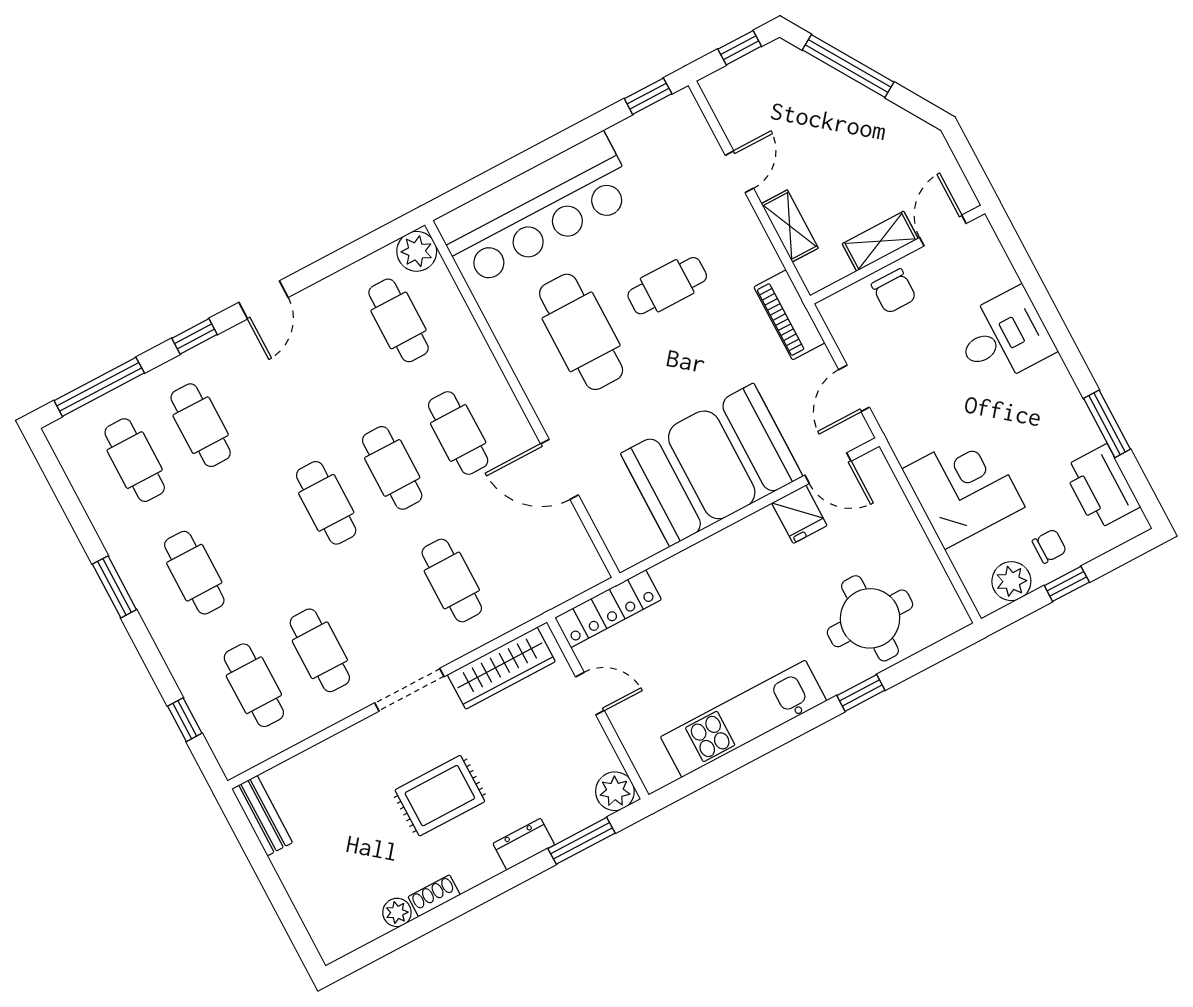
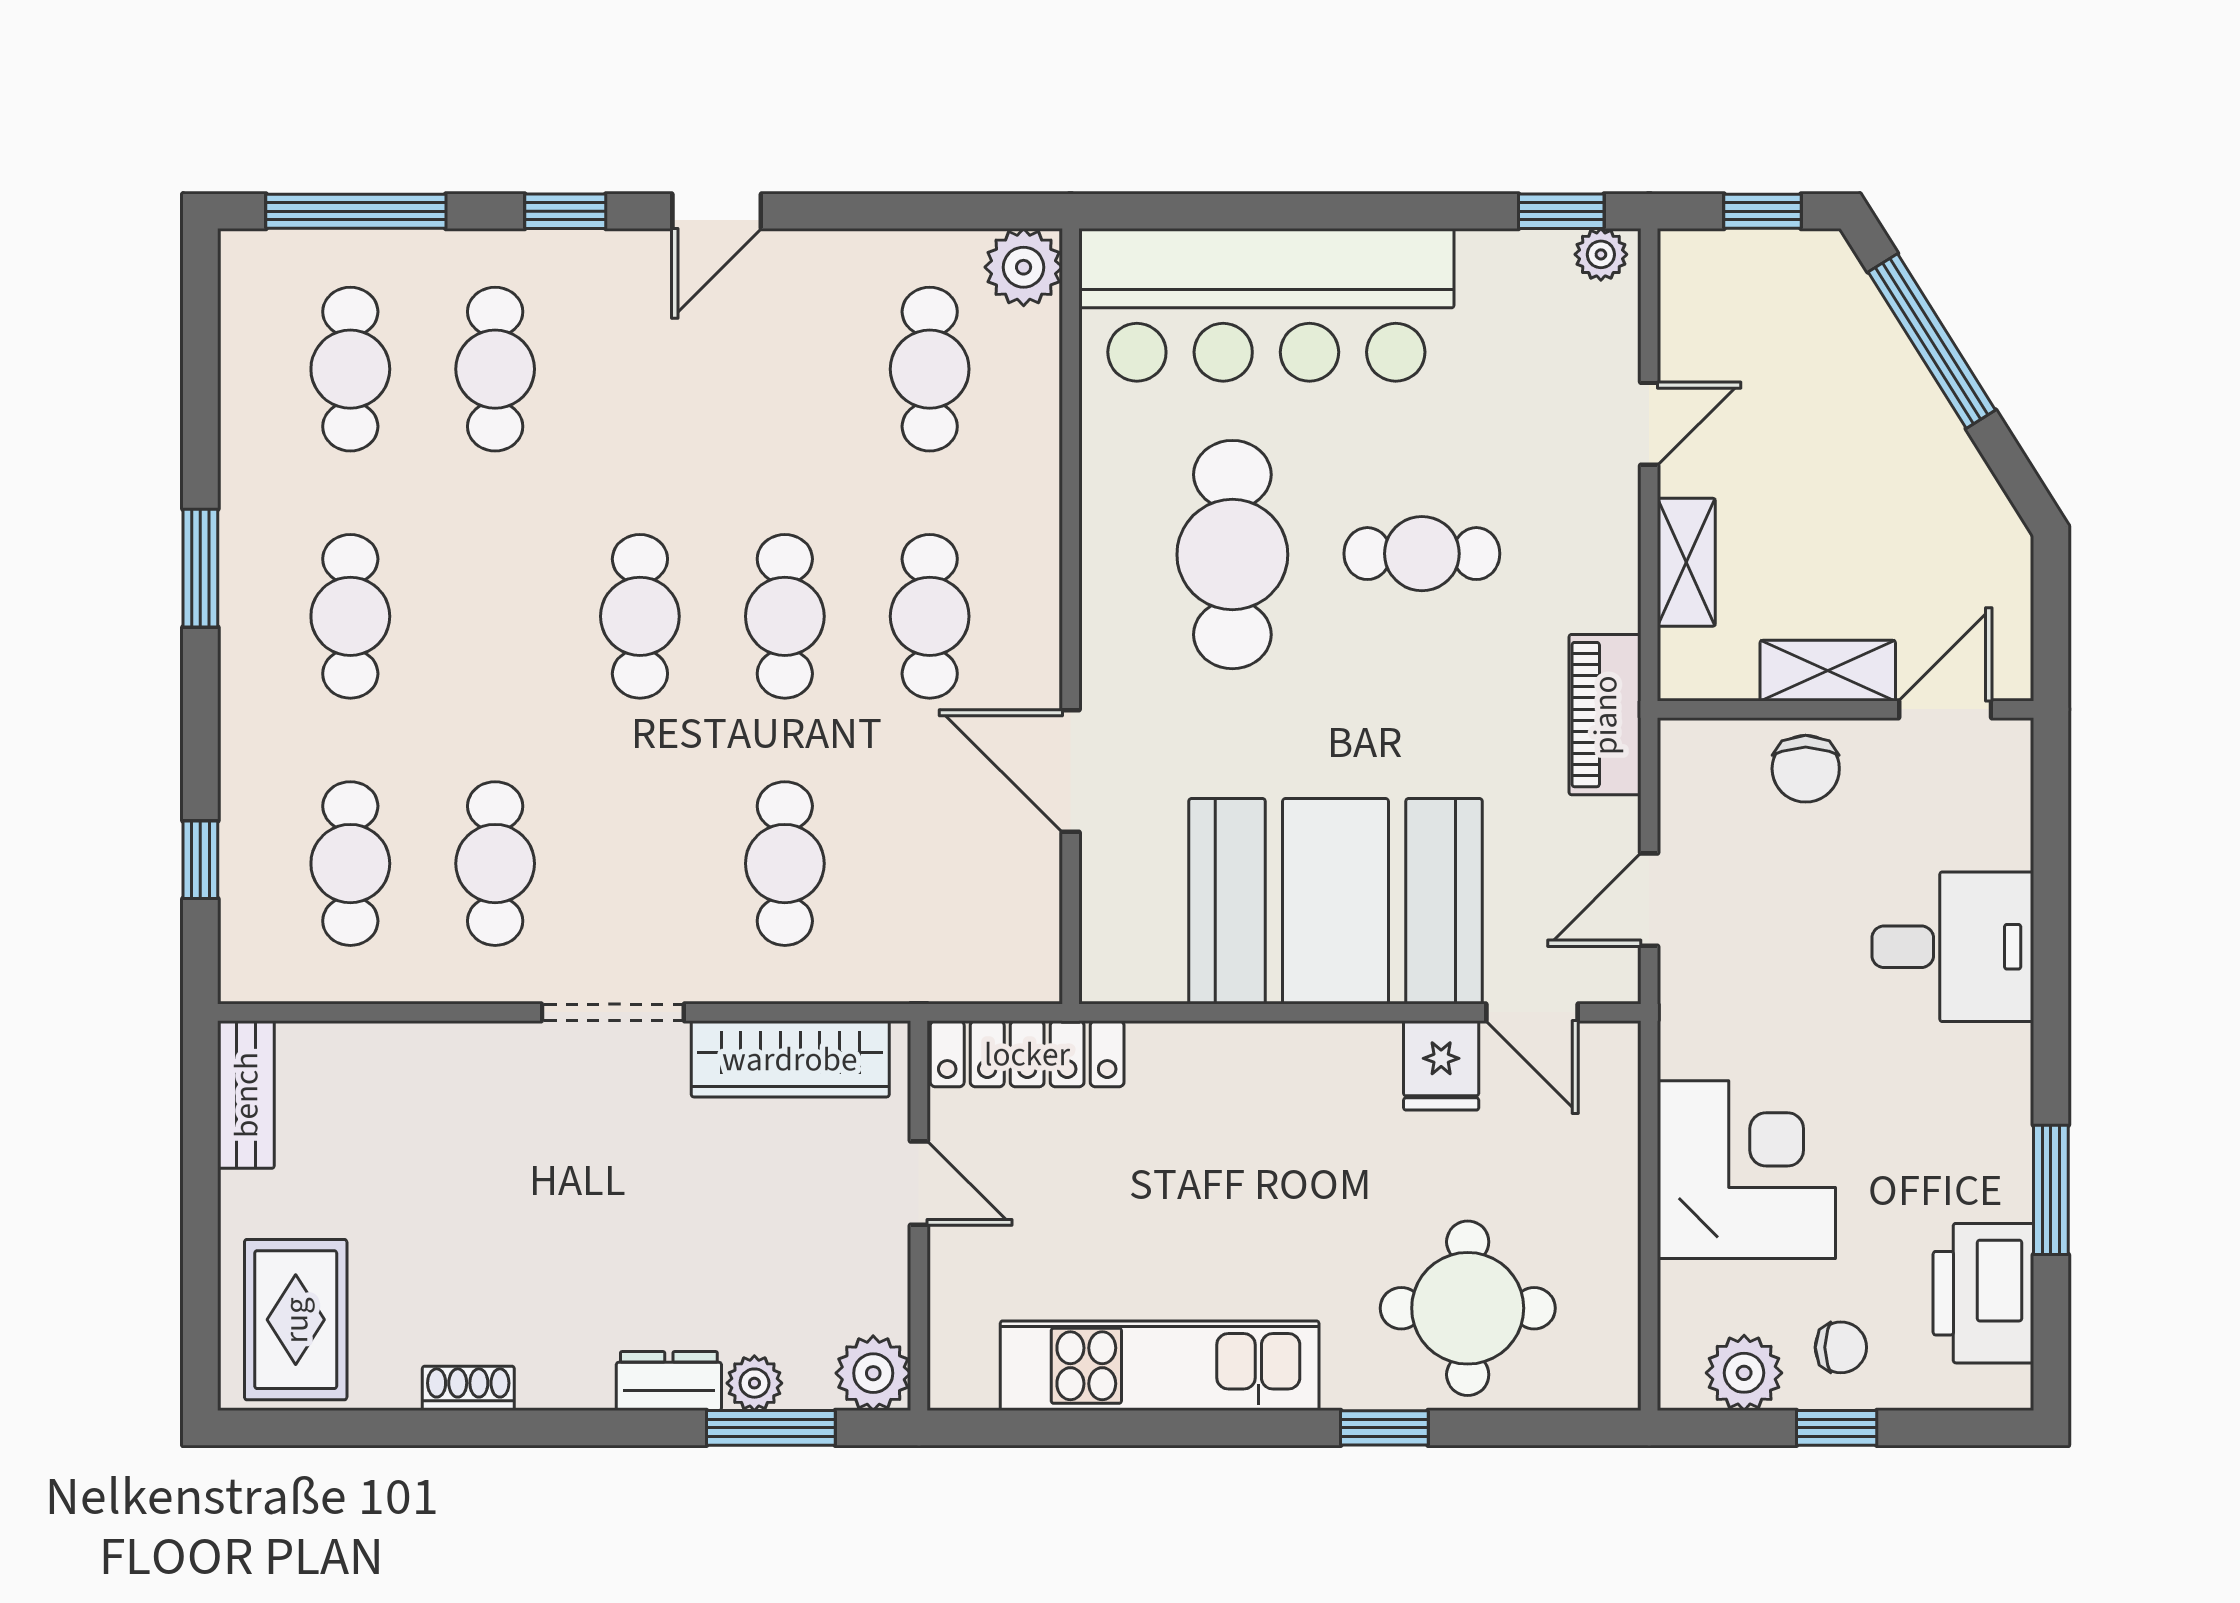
plant: (677, 106) -> (1601, 254), added
rug: (440, 796) -> (296, 1320), moved, turned 90
plant: (397, 912) -> (754, 1383), moved

